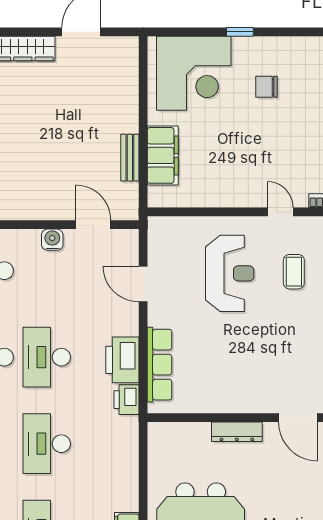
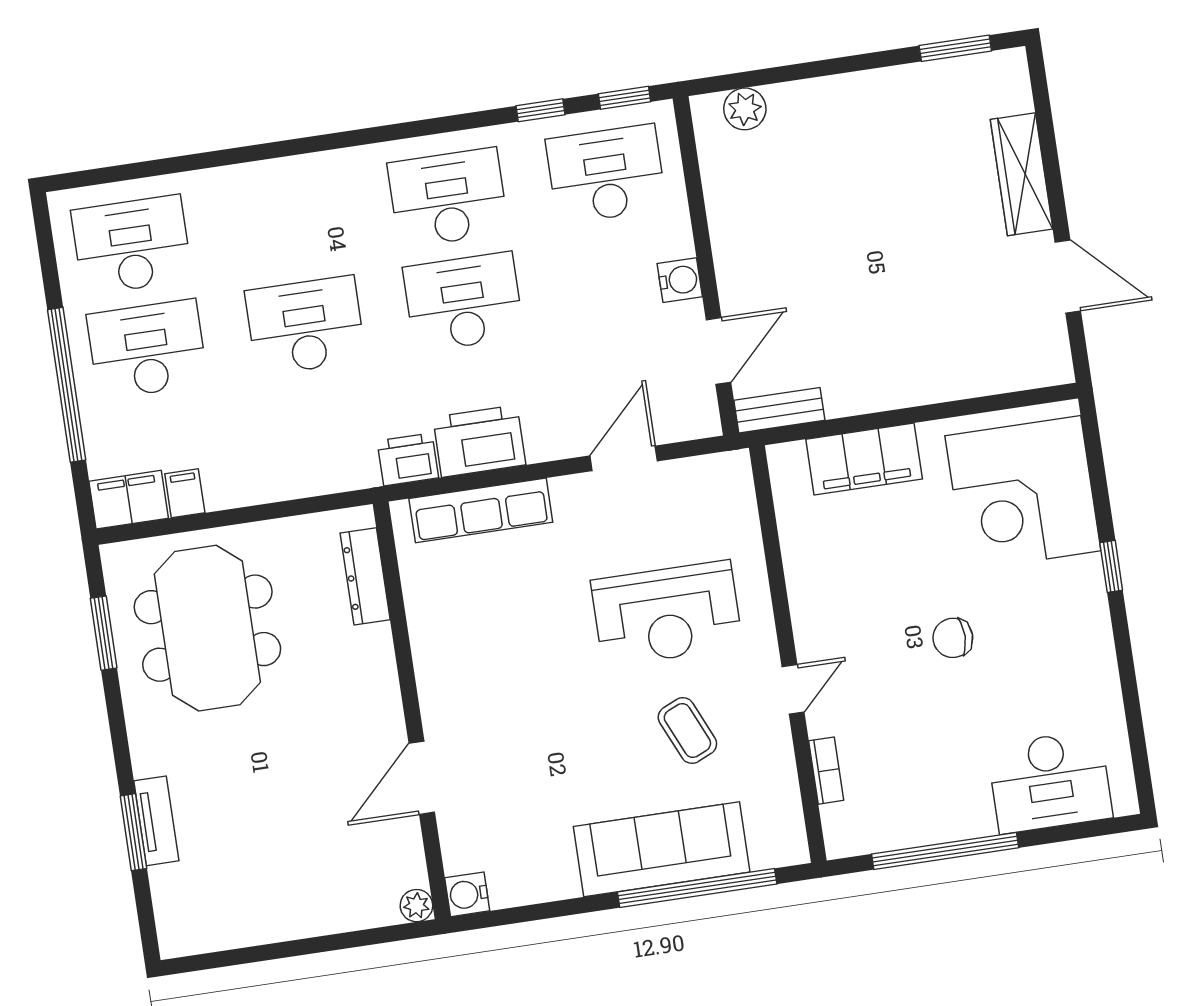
chair: (267, 87) -> (953, 638), moved, turned -90
bench: (130, 158) -> (779, 410), moved
coffee table: (294, 272) -> (687, 730), turned 66
dresser: (237, 432) -> (365, 576), moved

